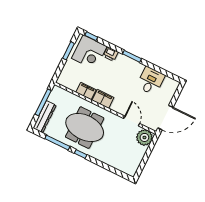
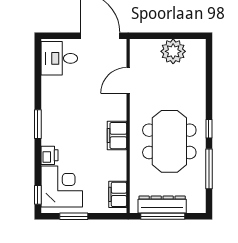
desk: (151, 81) -> (59, 58), moved
filing cabinet: (86, 91) -> (118, 194), moved
dresser: (45, 117) -> (162, 205), moved
plant: (144, 137) -> (173, 51), moved

